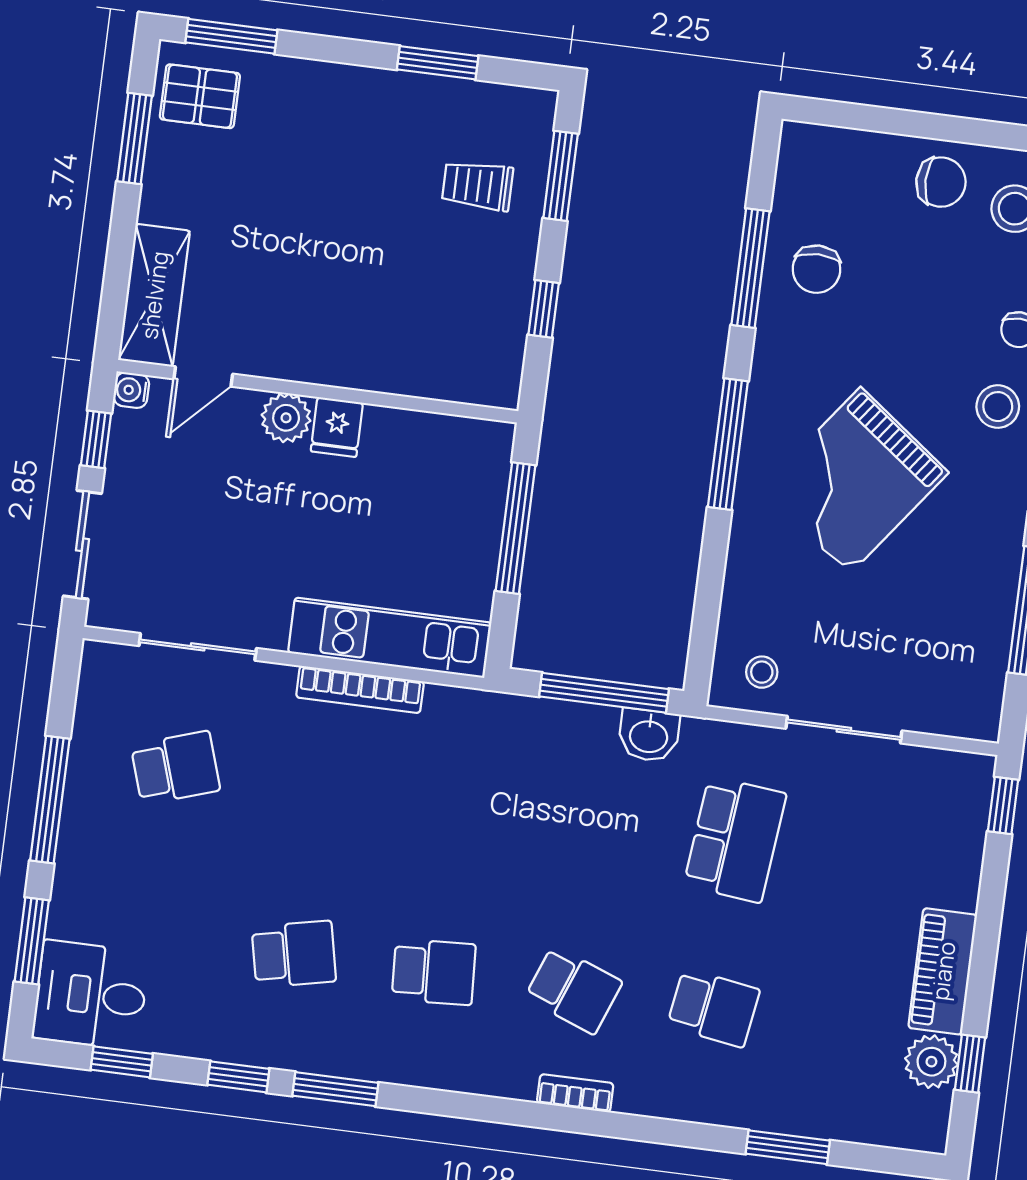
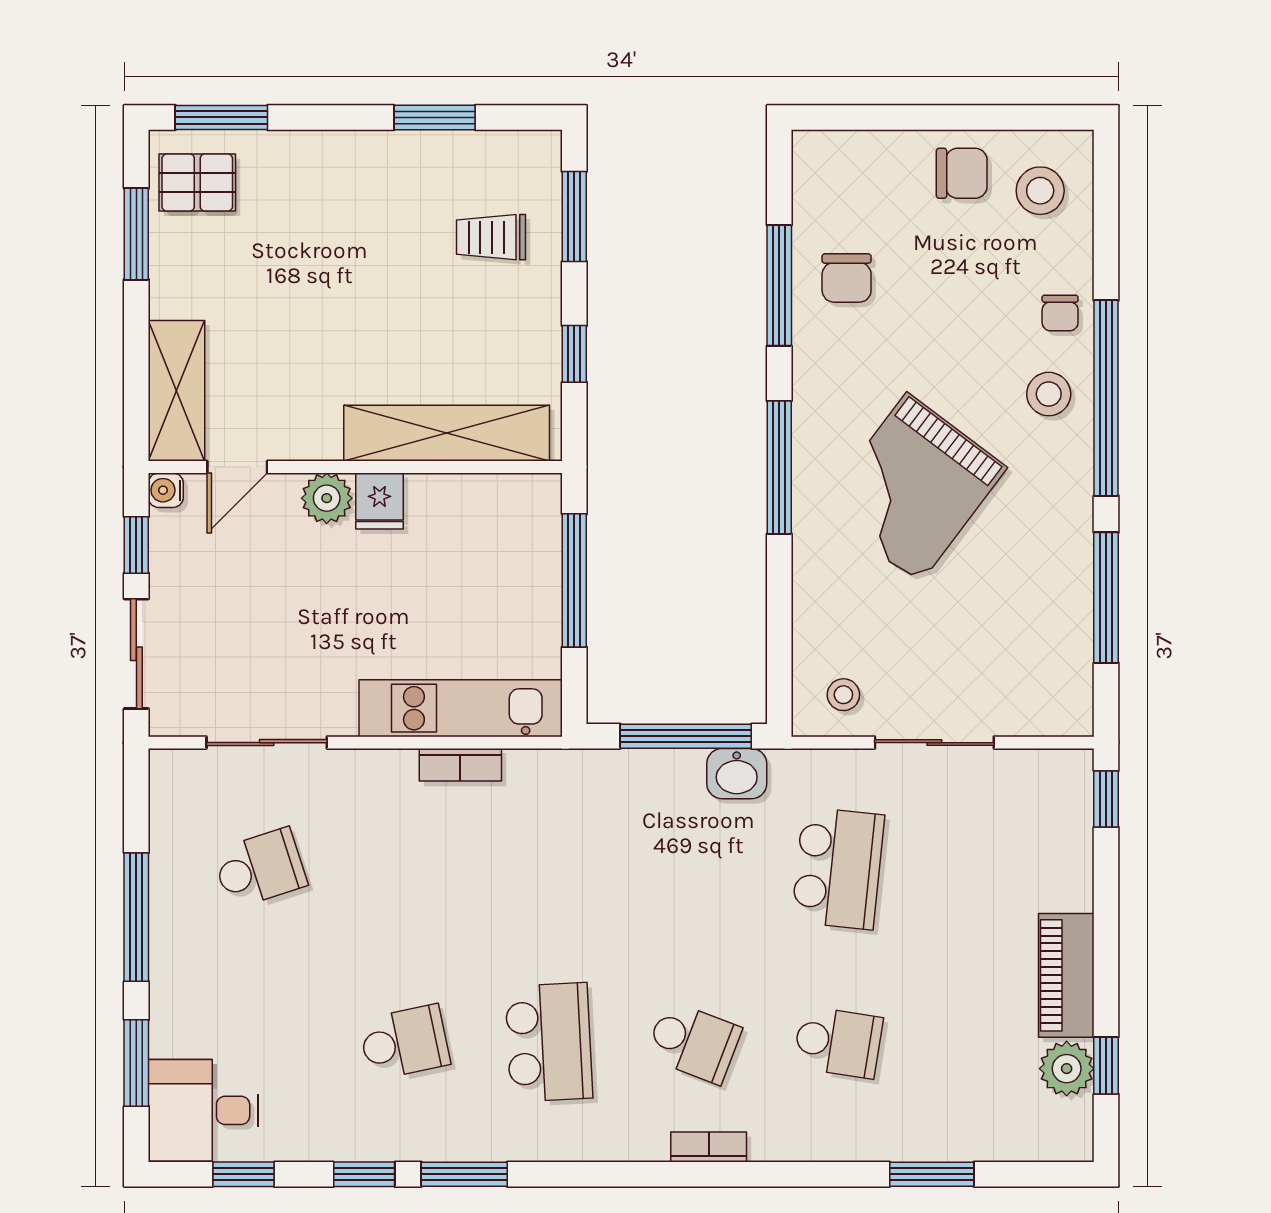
shelving: (410, 370) -> (447, 433), added
bookcase: (360, 690) -> (460, 765), width x0.64
school desk: (434, 972) -> (549, 1042), width x1.85

